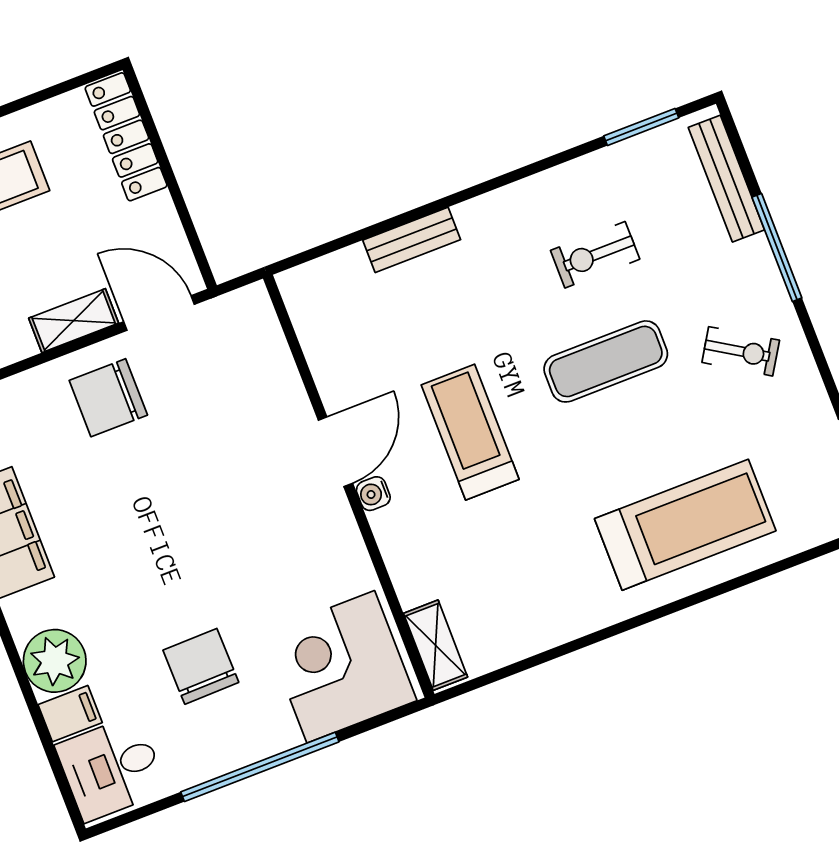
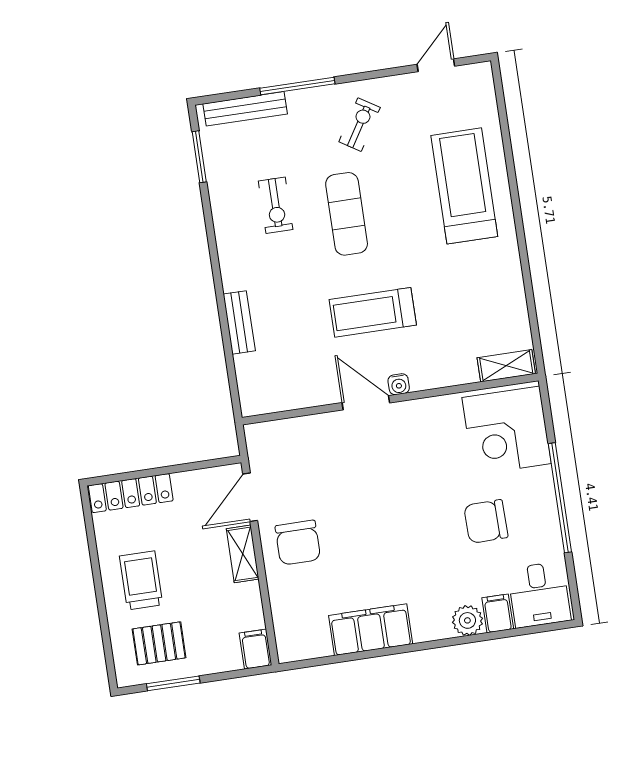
plant: (55, 661) -> (467, 620), width x0.73, depth x0.73

